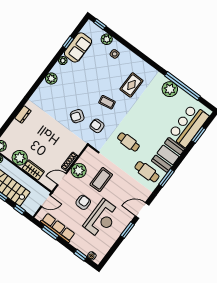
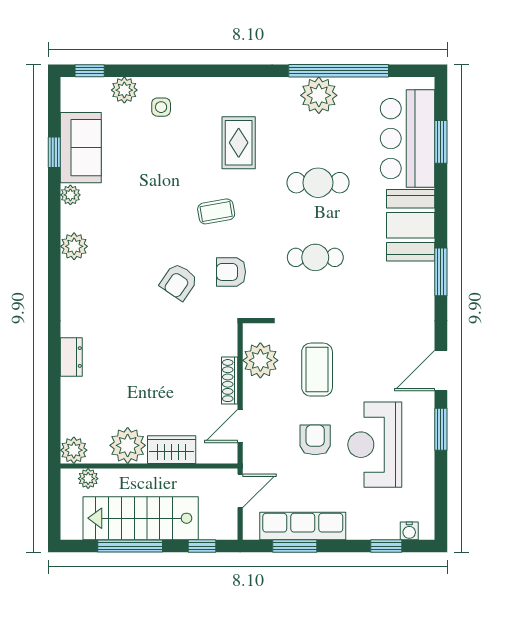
plant: (79, 171) -> (260, 360), moved
cafe table: (147, 172) -> (318, 183), moved
reception desk: (102, 219) -> (375, 445), turned 180

